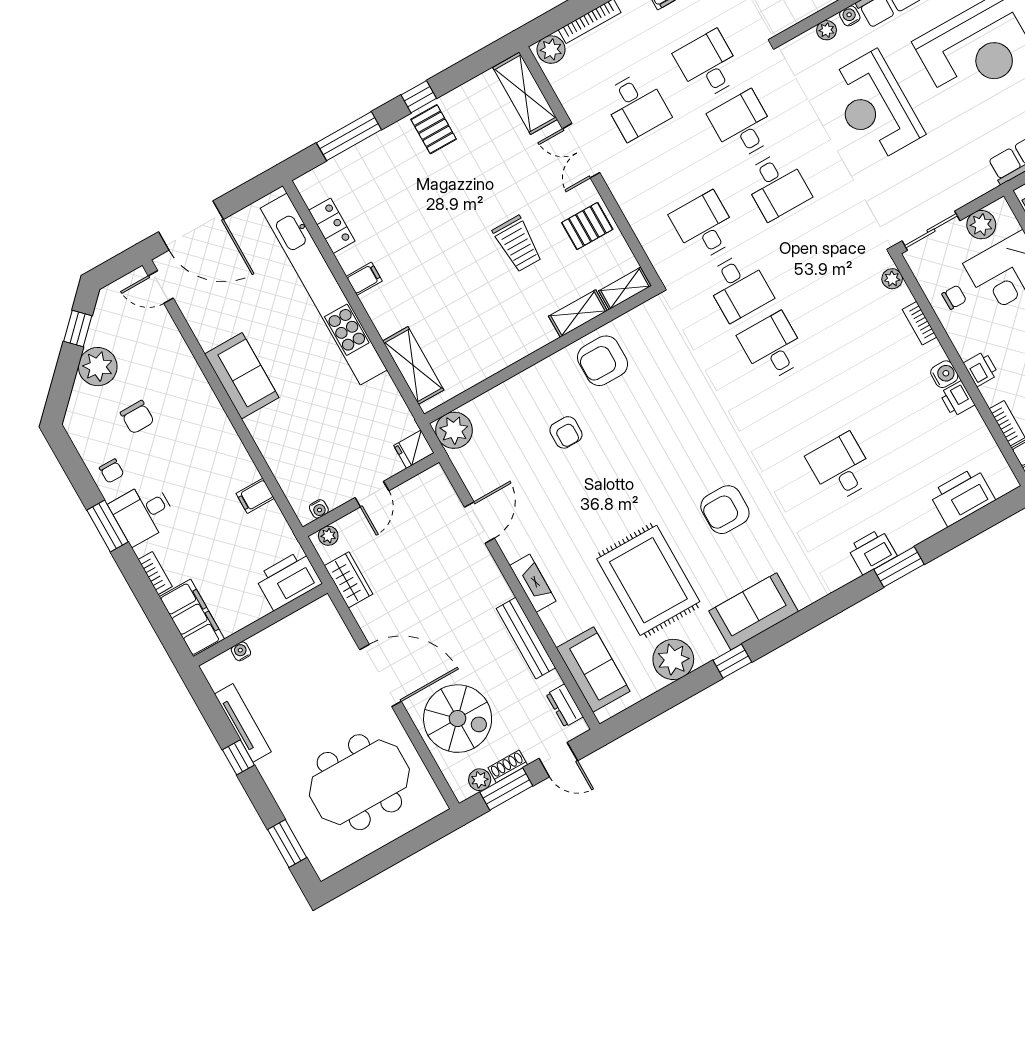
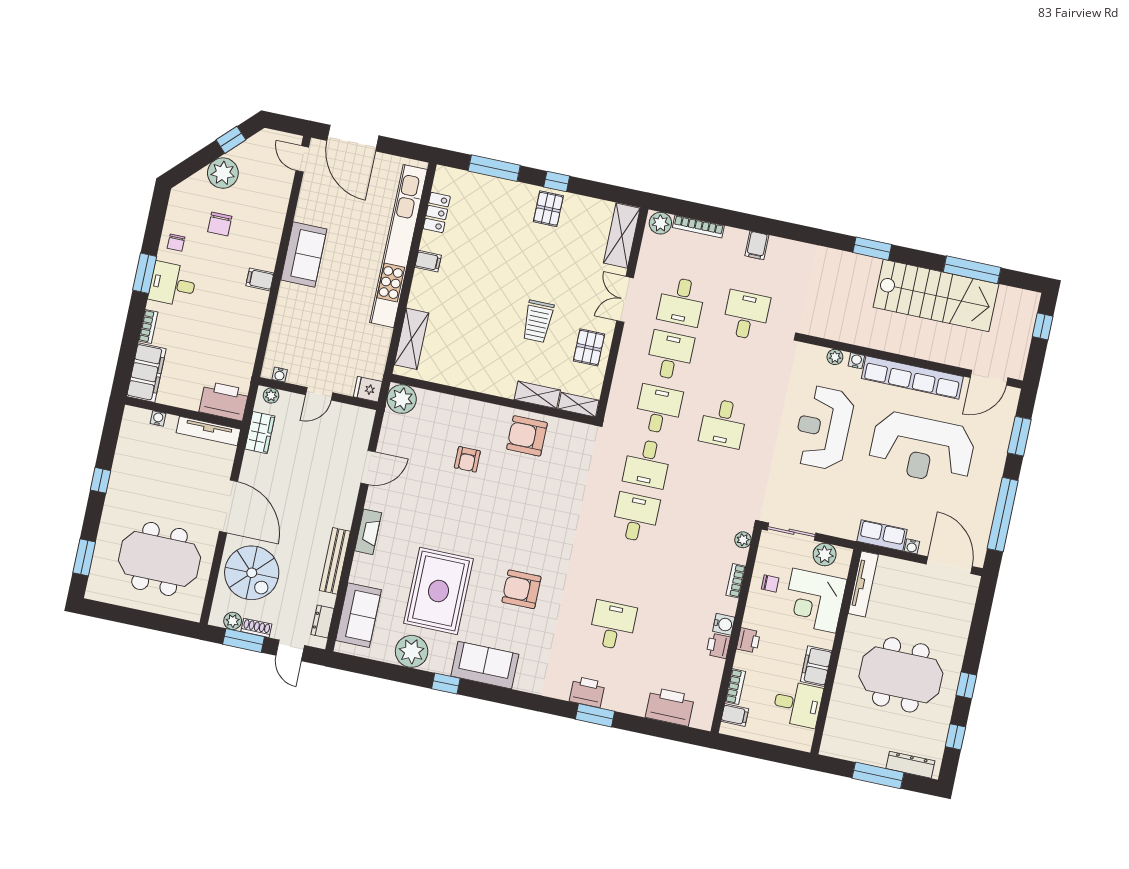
desk: (742, 125) -> (670, 356), moved
pallet: (587, 226) -> (589, 347), turned 90
filing cabinet: (255, 496) -> (260, 279), moved
tv unit: (243, 723) -> (208, 431), moved, turned 90

